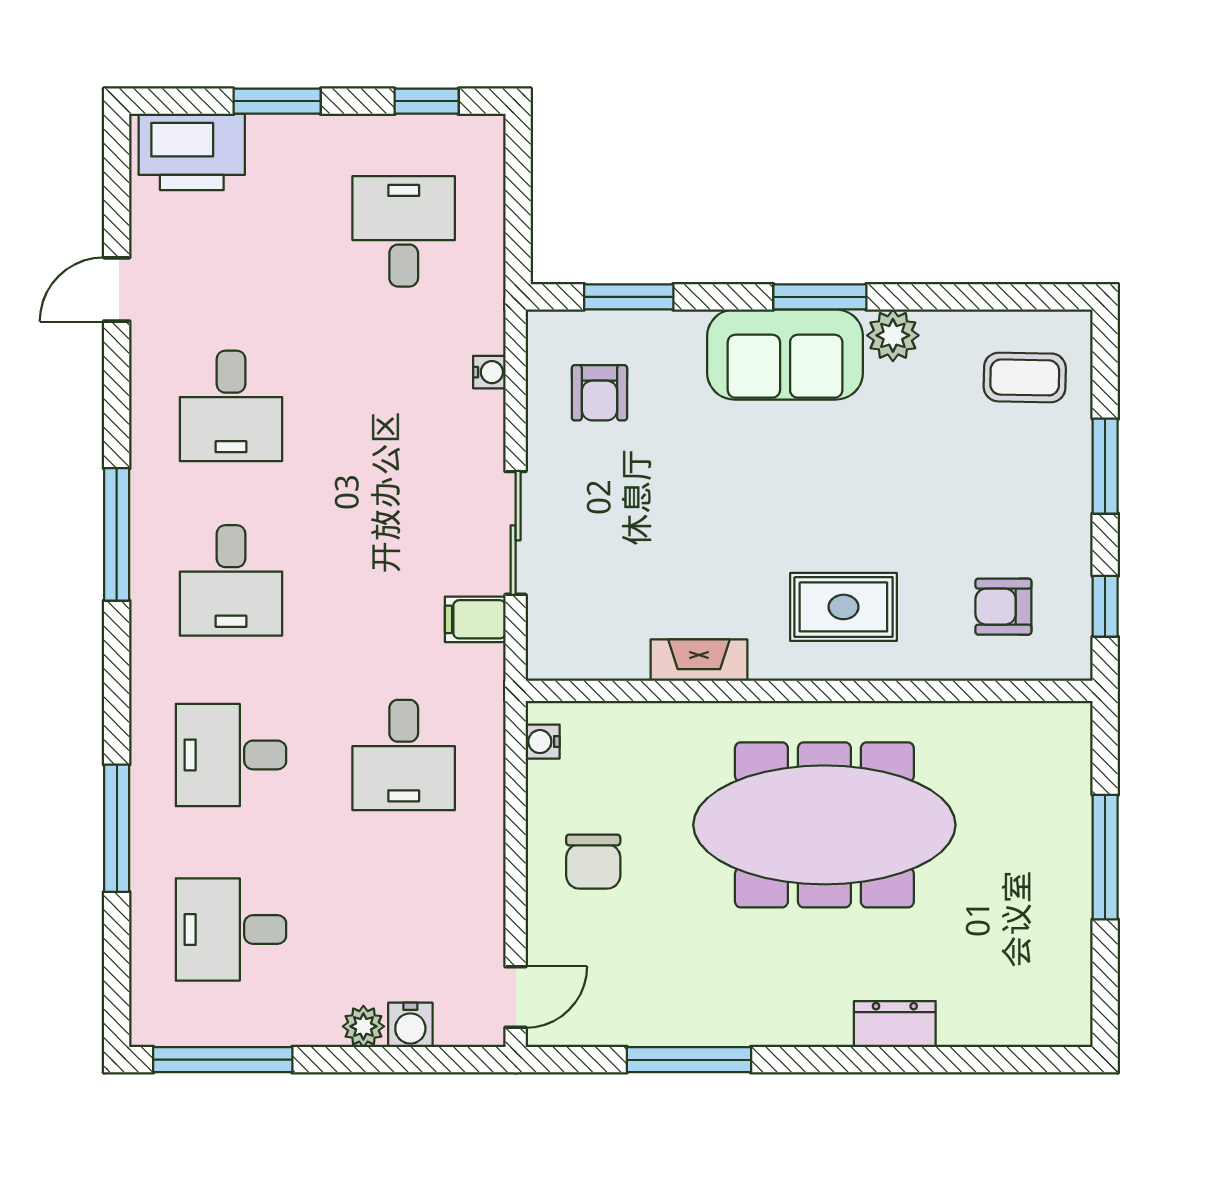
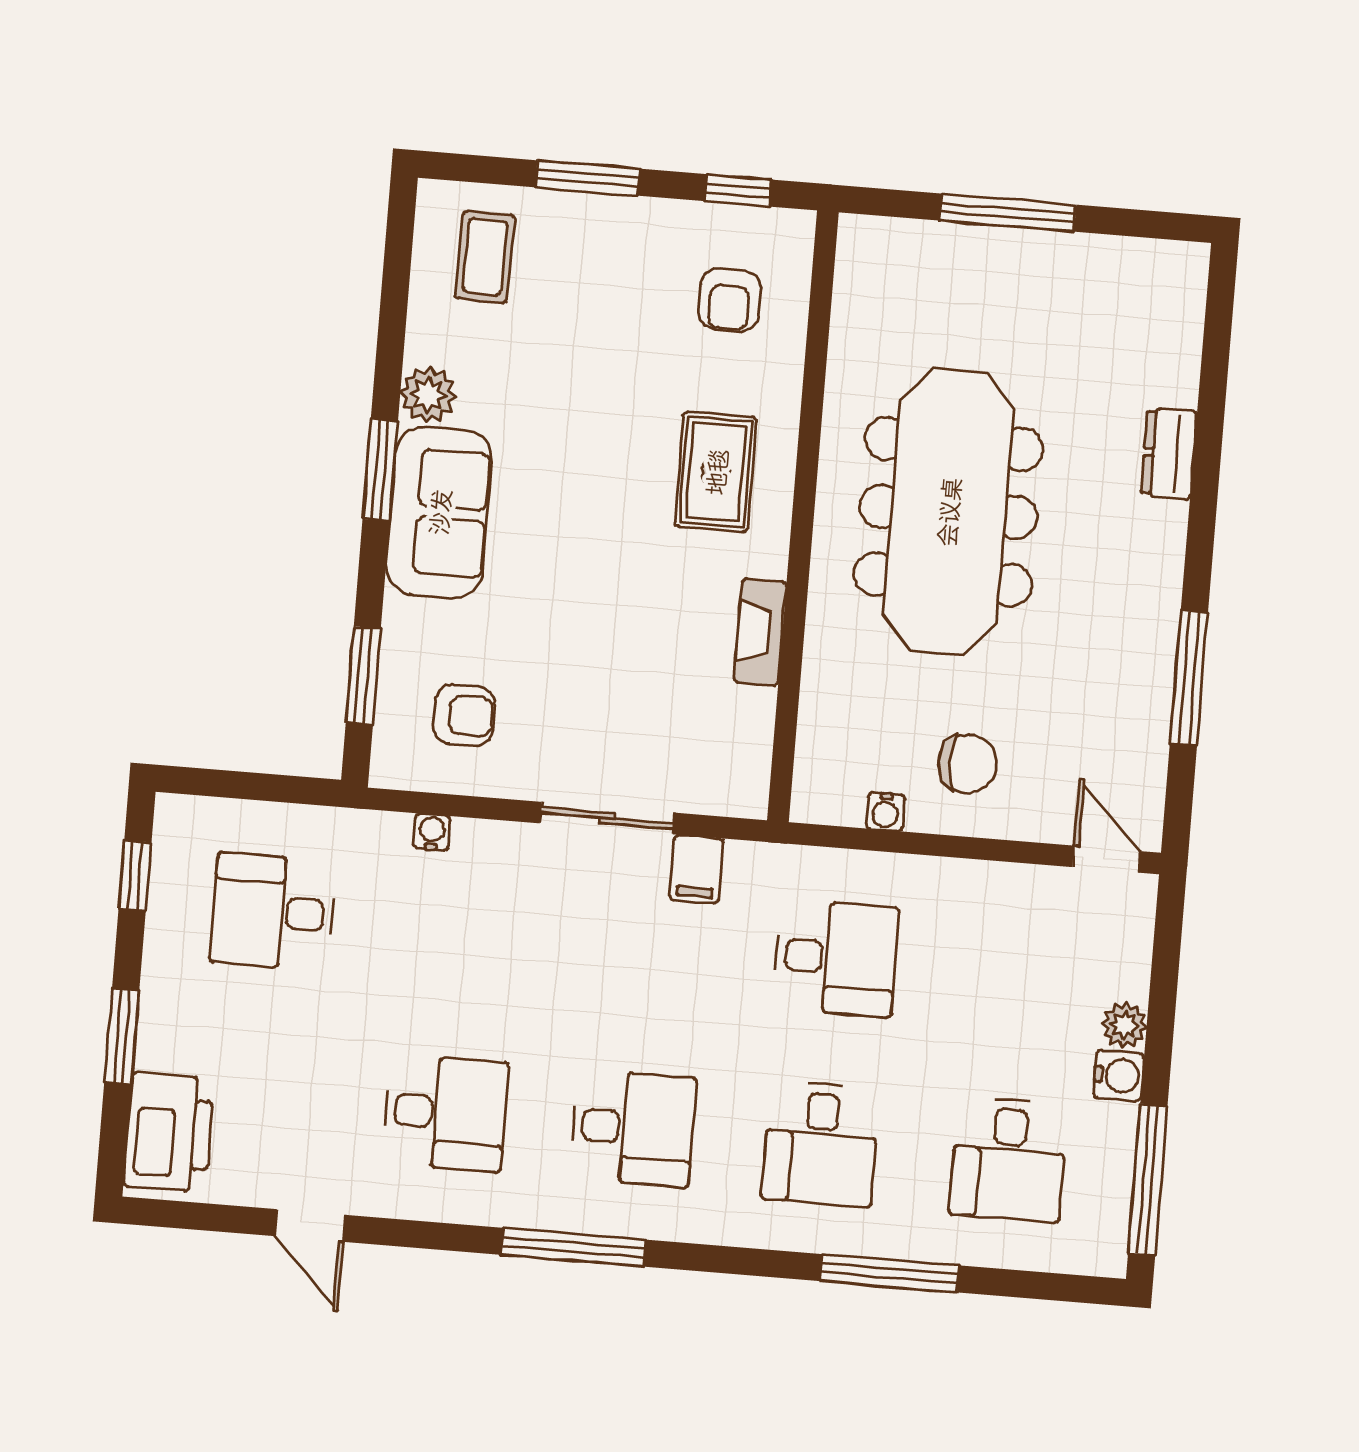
water cooler: (543, 742) -> (885, 812), moved
water cooler: (410, 1025) -> (1119, 1076), moved

